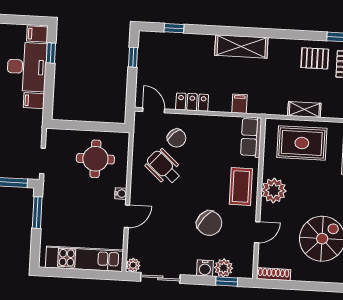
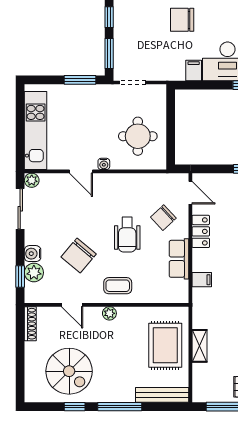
door: (154, 110) -> (190, 193), hinge flipped
row of seats: (251, 137) -> (179, 259), moved, turned -90
wheelchair: (164, 167) -> (127, 235), moved, turned 138
coffee table: (241, 186) -> (118, 286), width x0.73, depth x0.77
plant: (274, 190) -> (109, 313), width x0.53, depth x0.53

